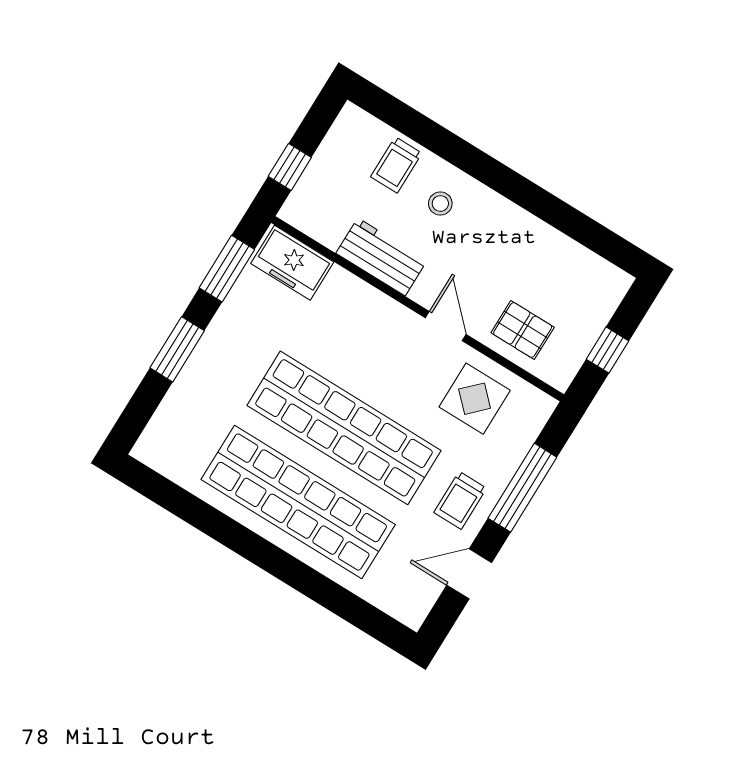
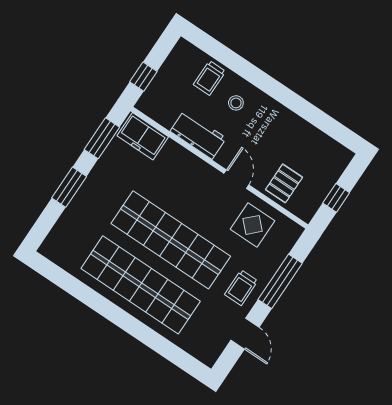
pallet: (523, 330) -> (284, 183), turned 90
door: (469, 574) -> (245, 334), swing flipped

